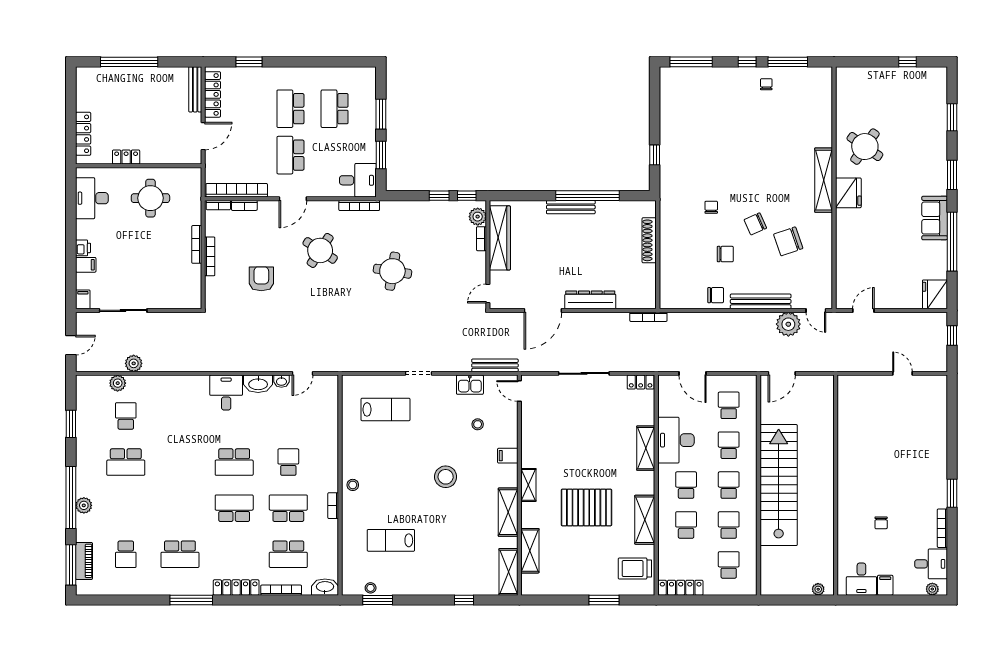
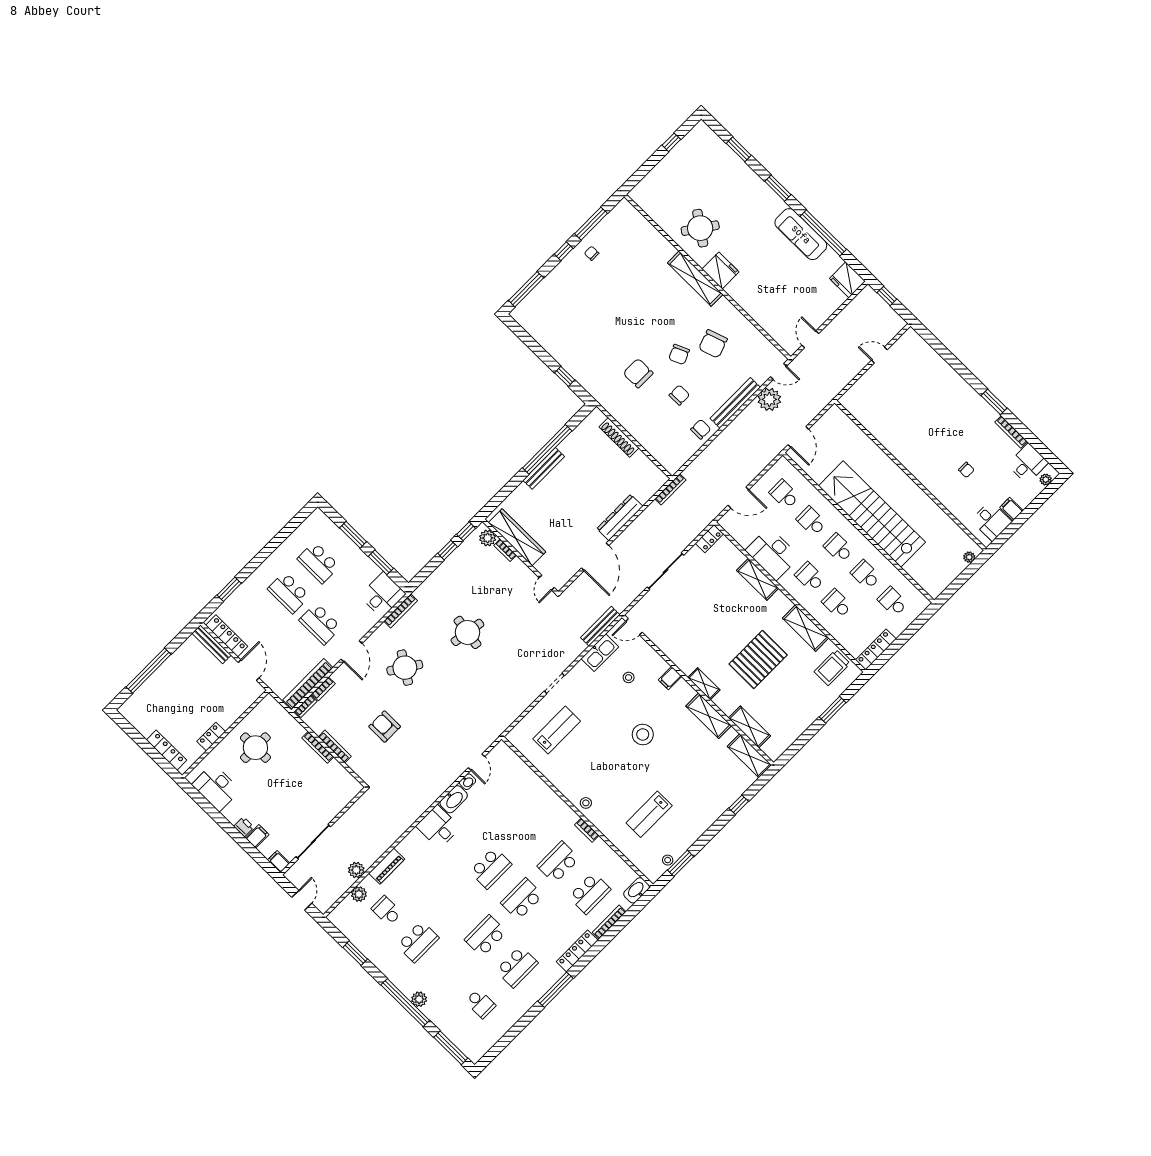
chair: (711, 207) -> (638, 373), width x1.87, depth x1.87
sofa: (935, 218) -> (801, 234), width x1.36
kitchen sink: (470, 385) -> (600, 653), width x1.38
school desk: (288, 462) -> (486, 936), moved, width x1.85
piano: (84, 561) -> (387, 866), moved, turned 90

